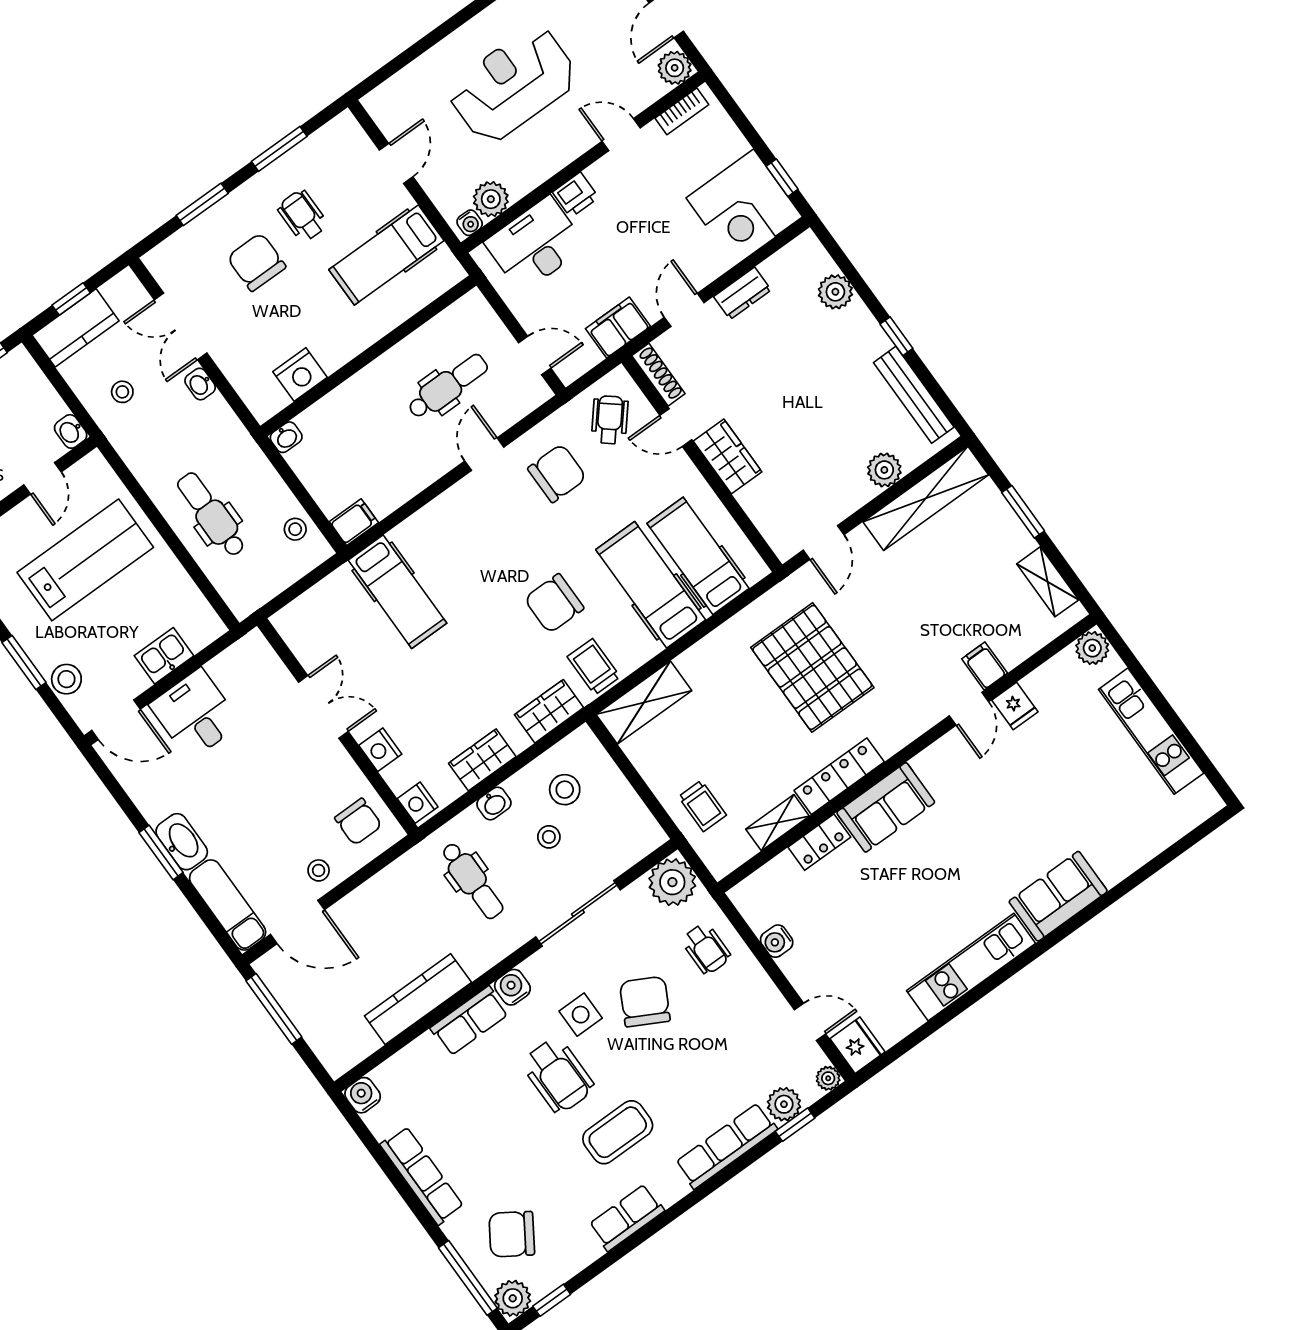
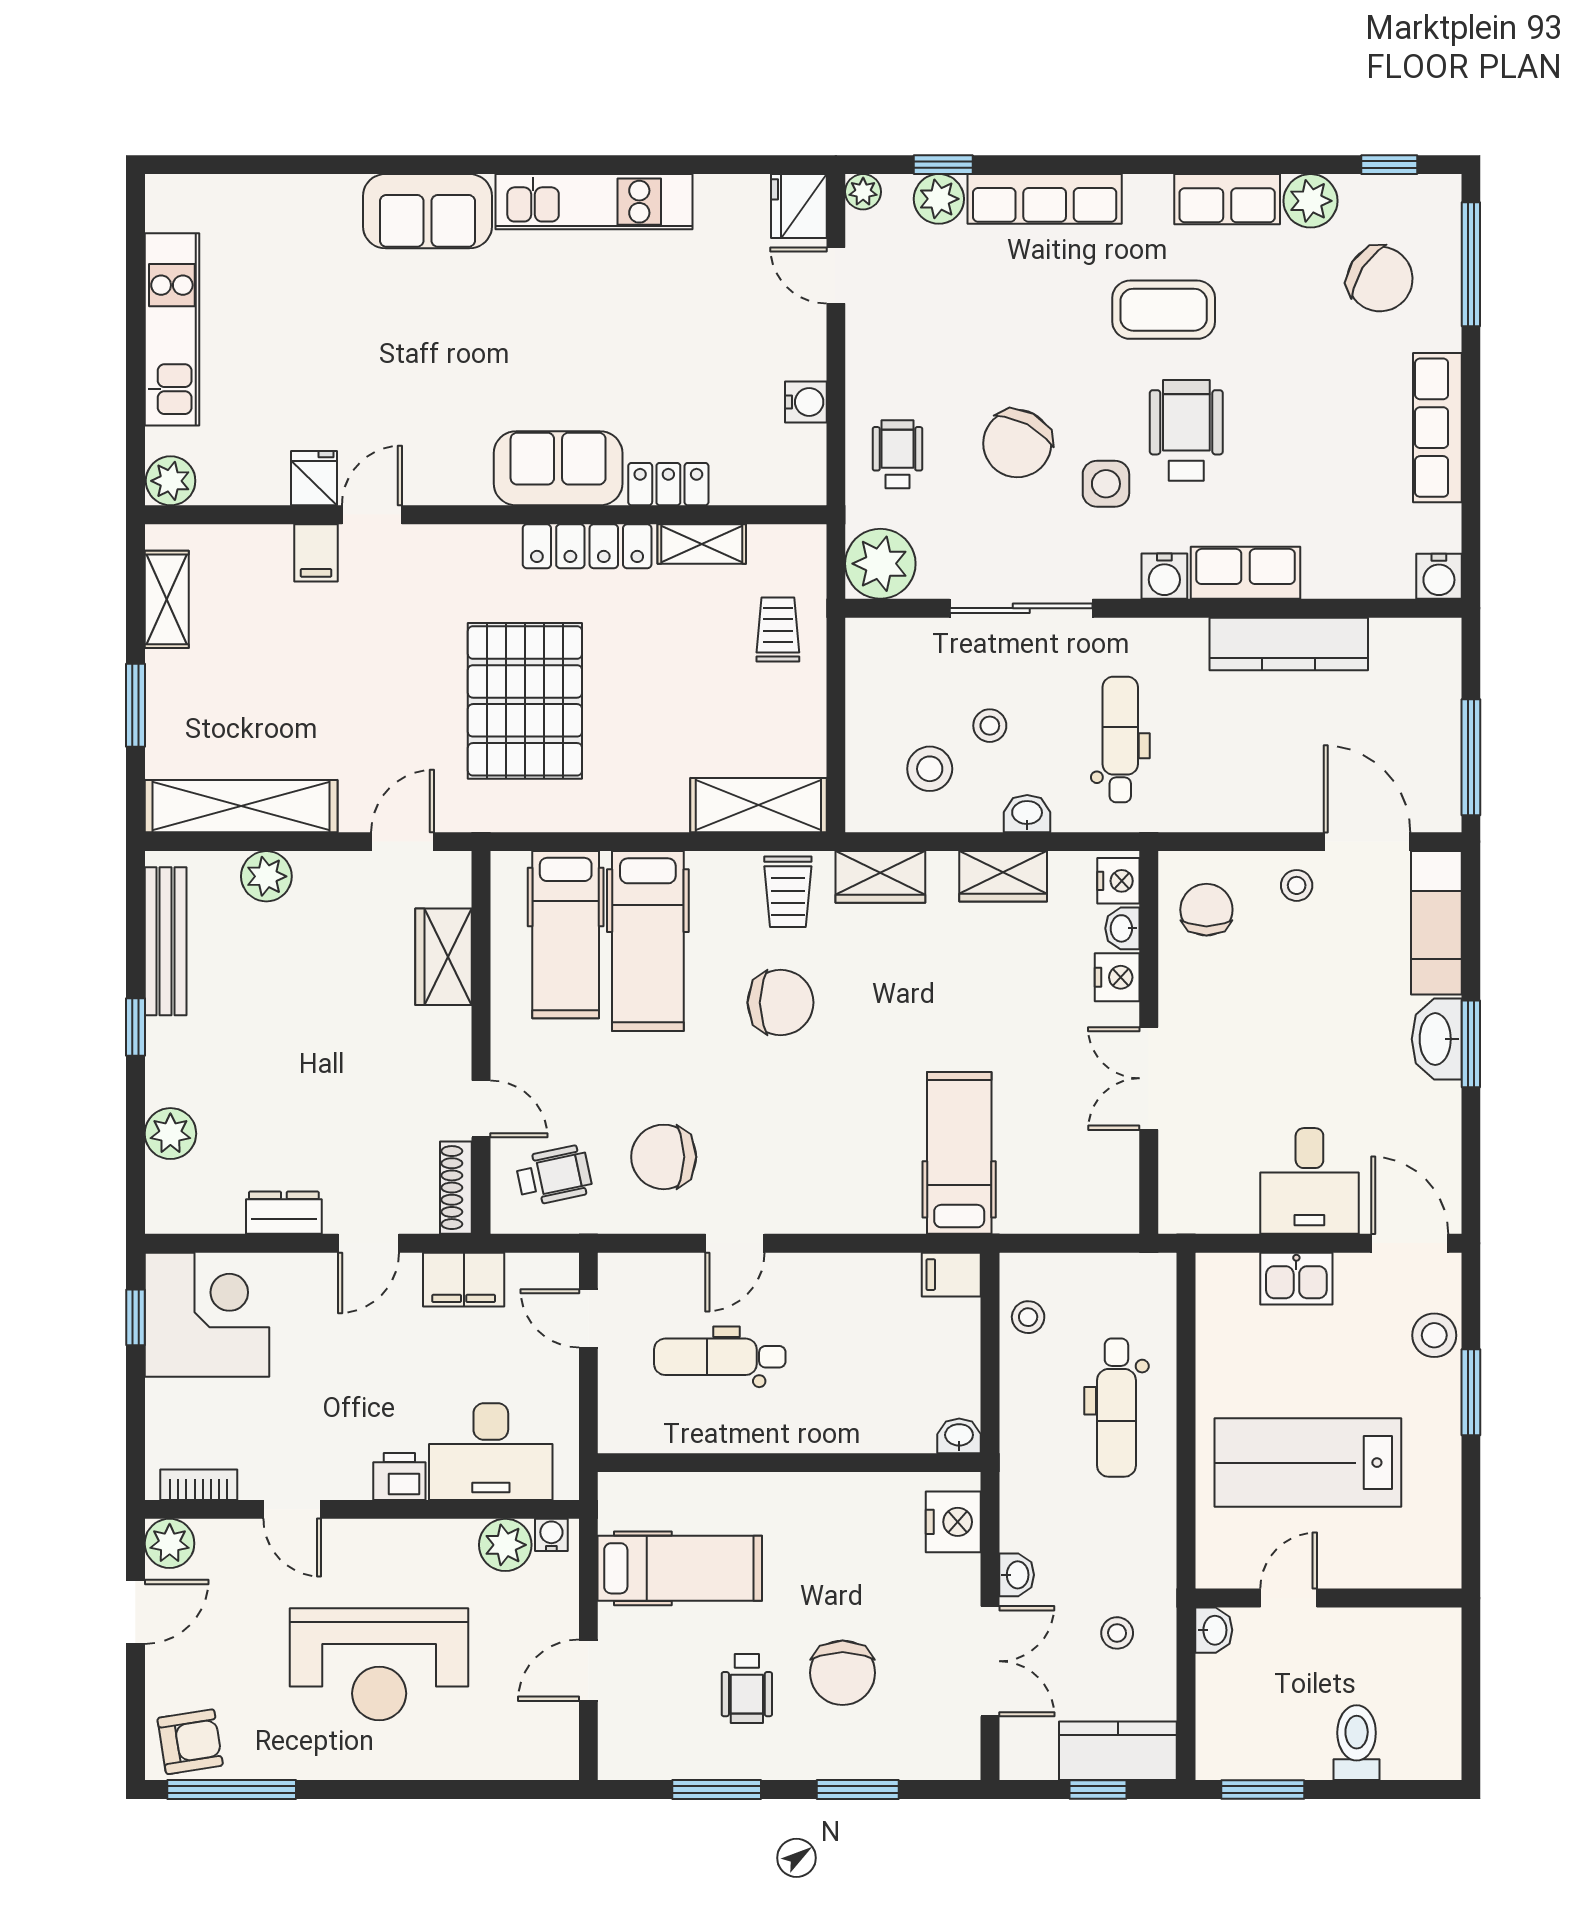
nightstand: (300, 374) -> (953, 1522), moved, turned 90
wheelchair: (610, 420) -> (554, 1175), turned -142
wardrobe: (728, 456) -> (444, 957), moved
washbasin: (397, 778) -> (1122, 928), added
plant: (513, 1298) -> (1310, 201), moved

